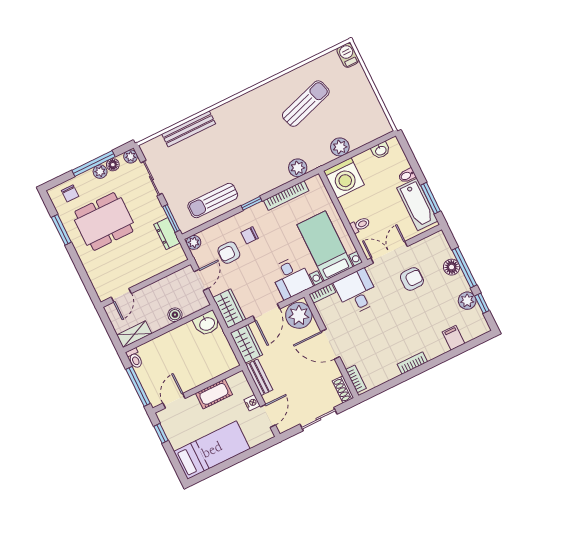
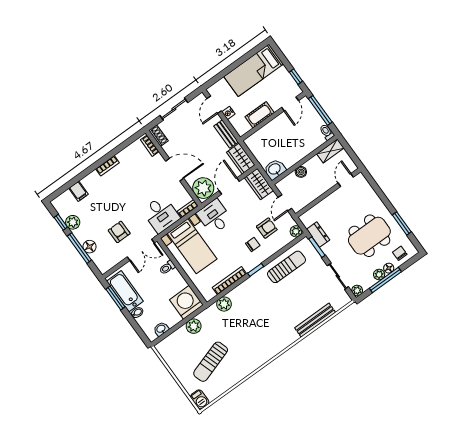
sun lounger: (306, 104) -> (211, 362), moved
floor lamp: (113, 165) -> (389, 268), moved
armchair: (412, 279) -> (119, 232), turned 90

